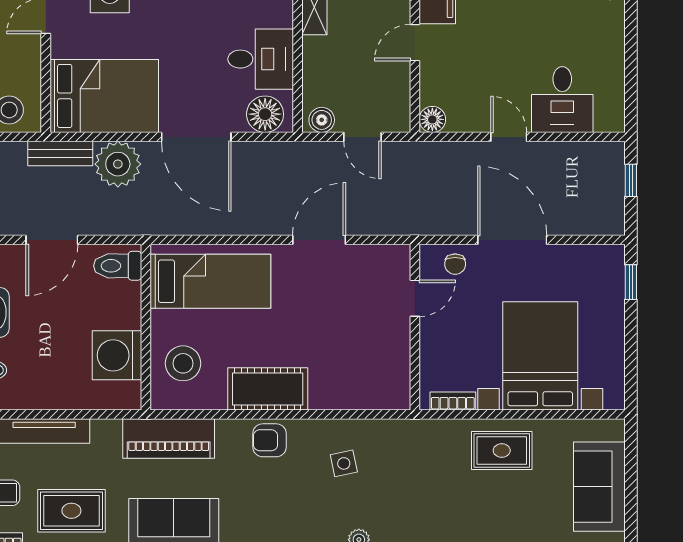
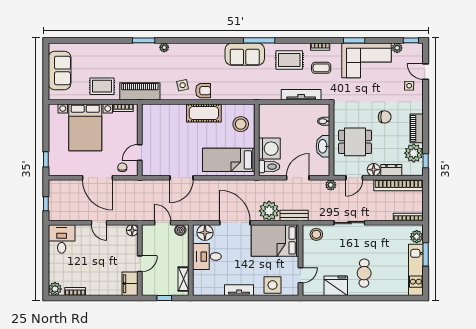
desk: (562, 100) -> (62, 239), moved
washing machine: (117, 355) -> (269, 149), moved
piano: (169, 439) -> (140, 91), moved
side table: (344, 463) -> (183, 85), moved

